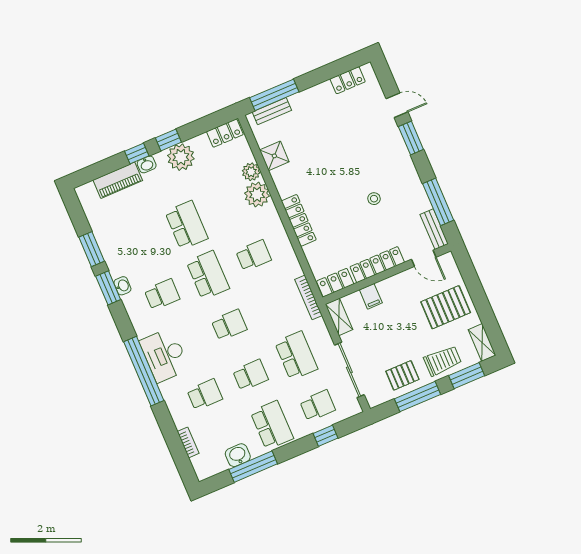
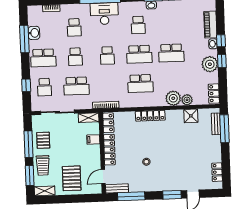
school desk: (254, 256) -> (140, 83), width x1.85

